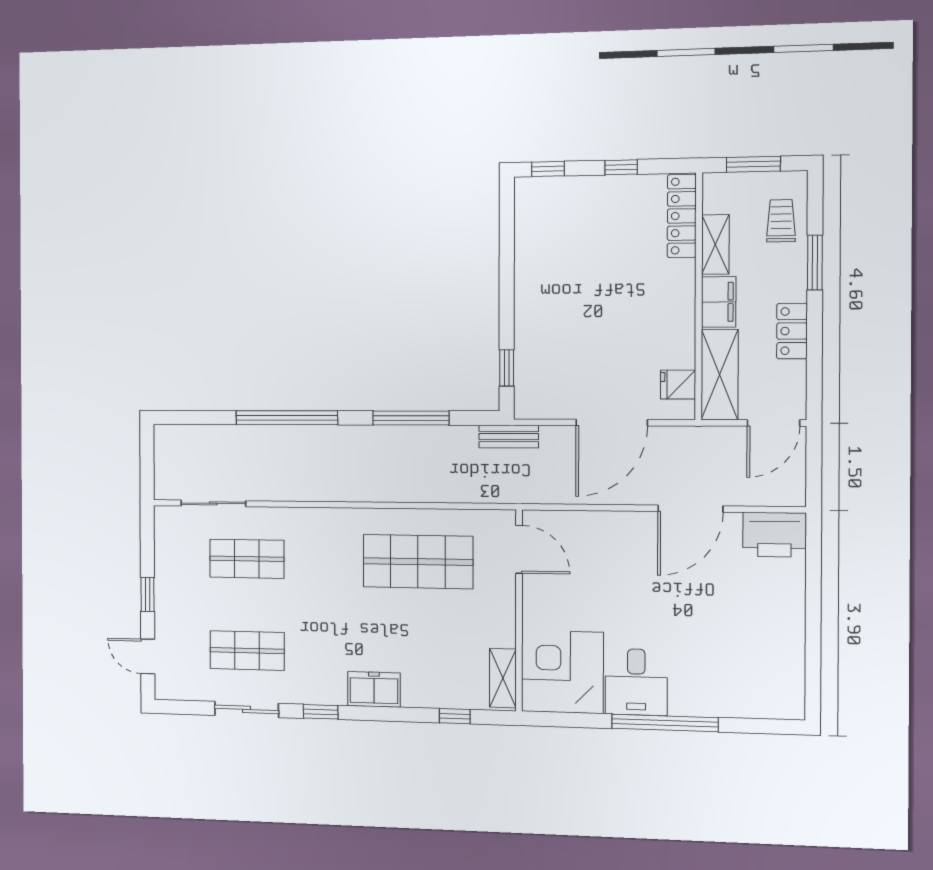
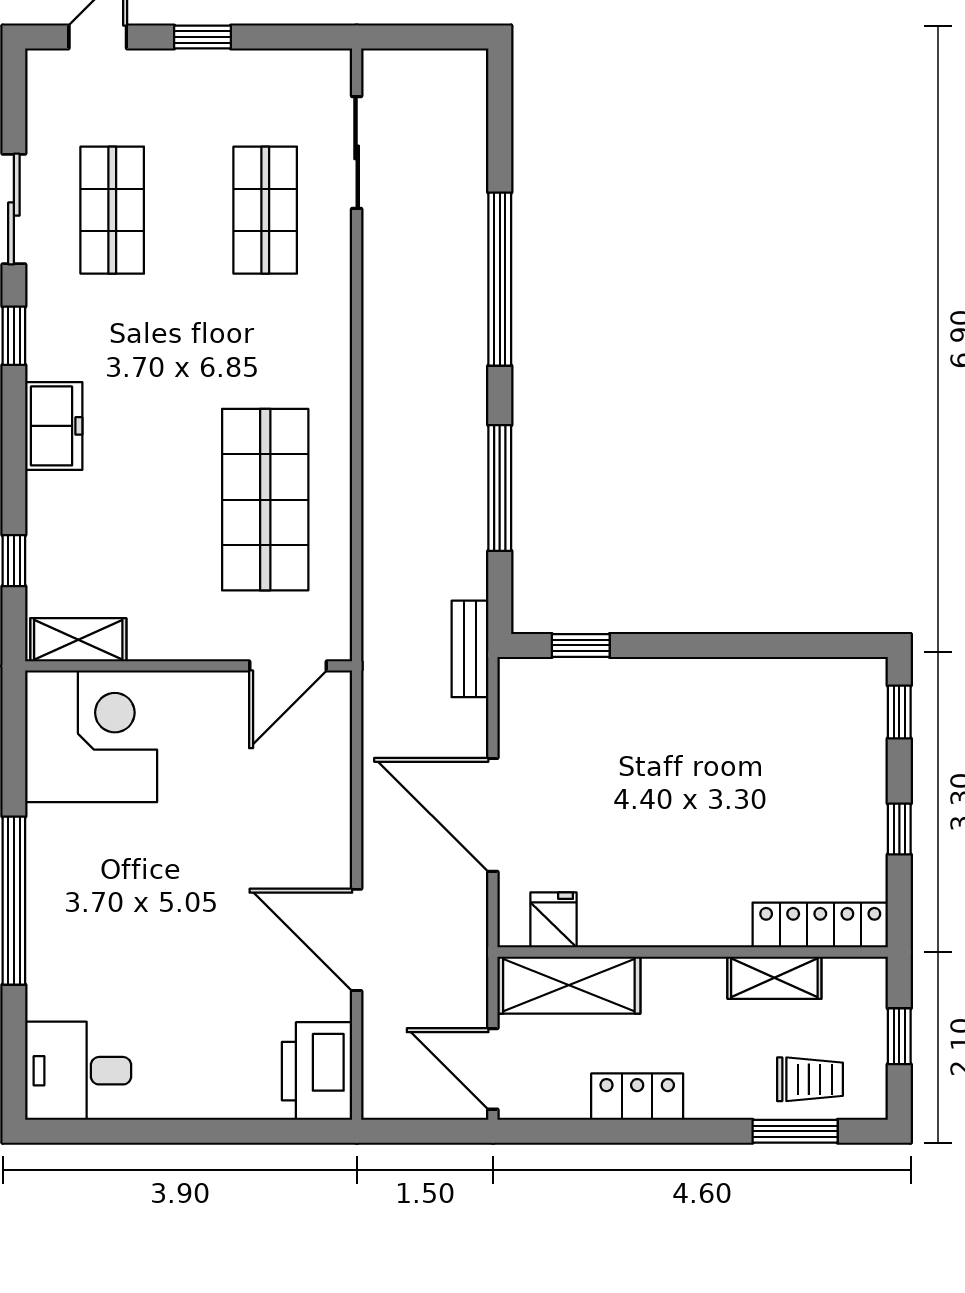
window: (753, 164) -> (899, 1036), width x0.67
window: (815, 263) -> (795, 1131), moved
filing cabinet: (719, 302) -> (684, 983), removed
desk: (636, 682) -> (78, 1071), moved

